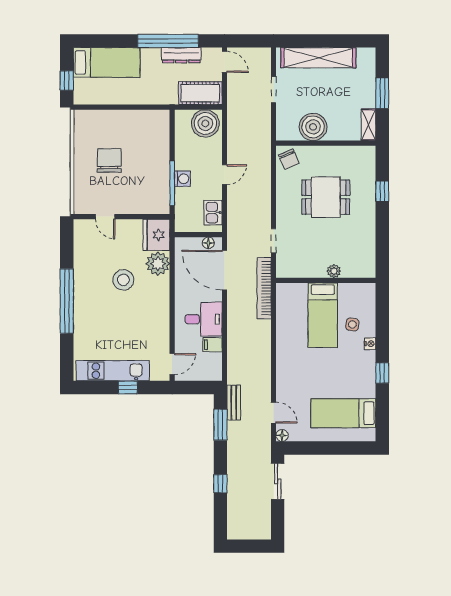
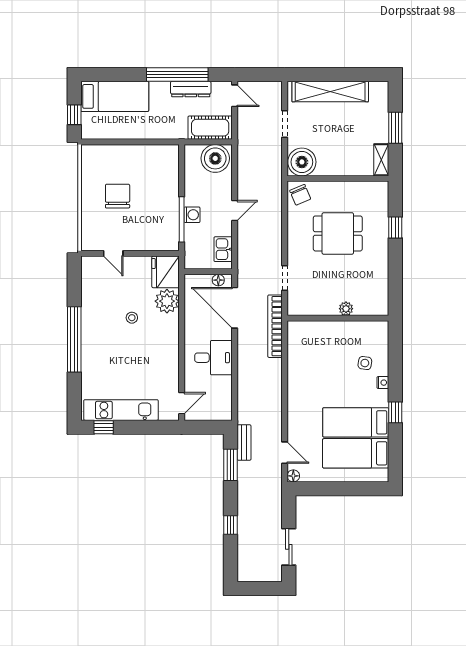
boiler: (313, 127) -> (302, 162), moved
stool: (123, 280) -> (132, 318), width x0.53, depth x0.53
bed: (323, 315) -> (356, 422), moved, turned 90
filing cabinet: (213, 345) -> (223, 384), removed
window: (128, 388) -> (104, 427), moved
sliding door: (278, 481) -> (289, 547), moved

